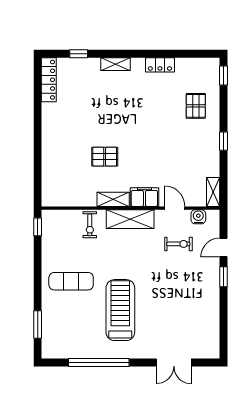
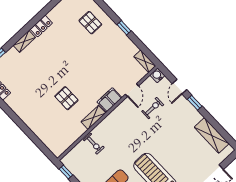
locker: (160, 65) -> (41, 26), moved
pallet: (105, 157) -> (66, 98), turned 90
door: (175, 208) -> (132, 90), swing flipped
water cooler: (198, 217) -> (157, 75), moved
shelving: (130, 219) -> (212, 135), moved, turned 90

